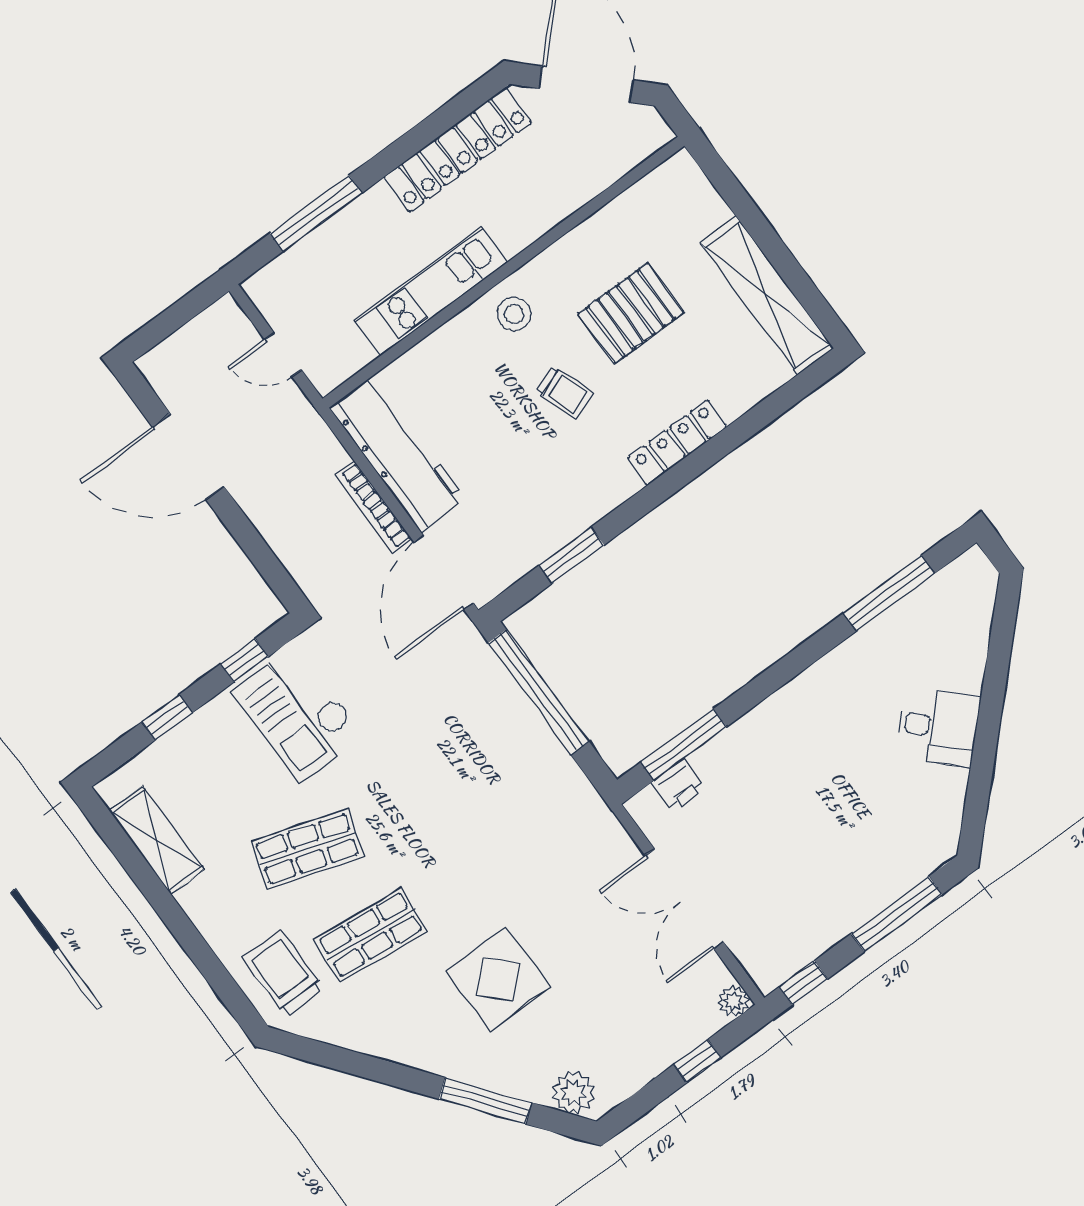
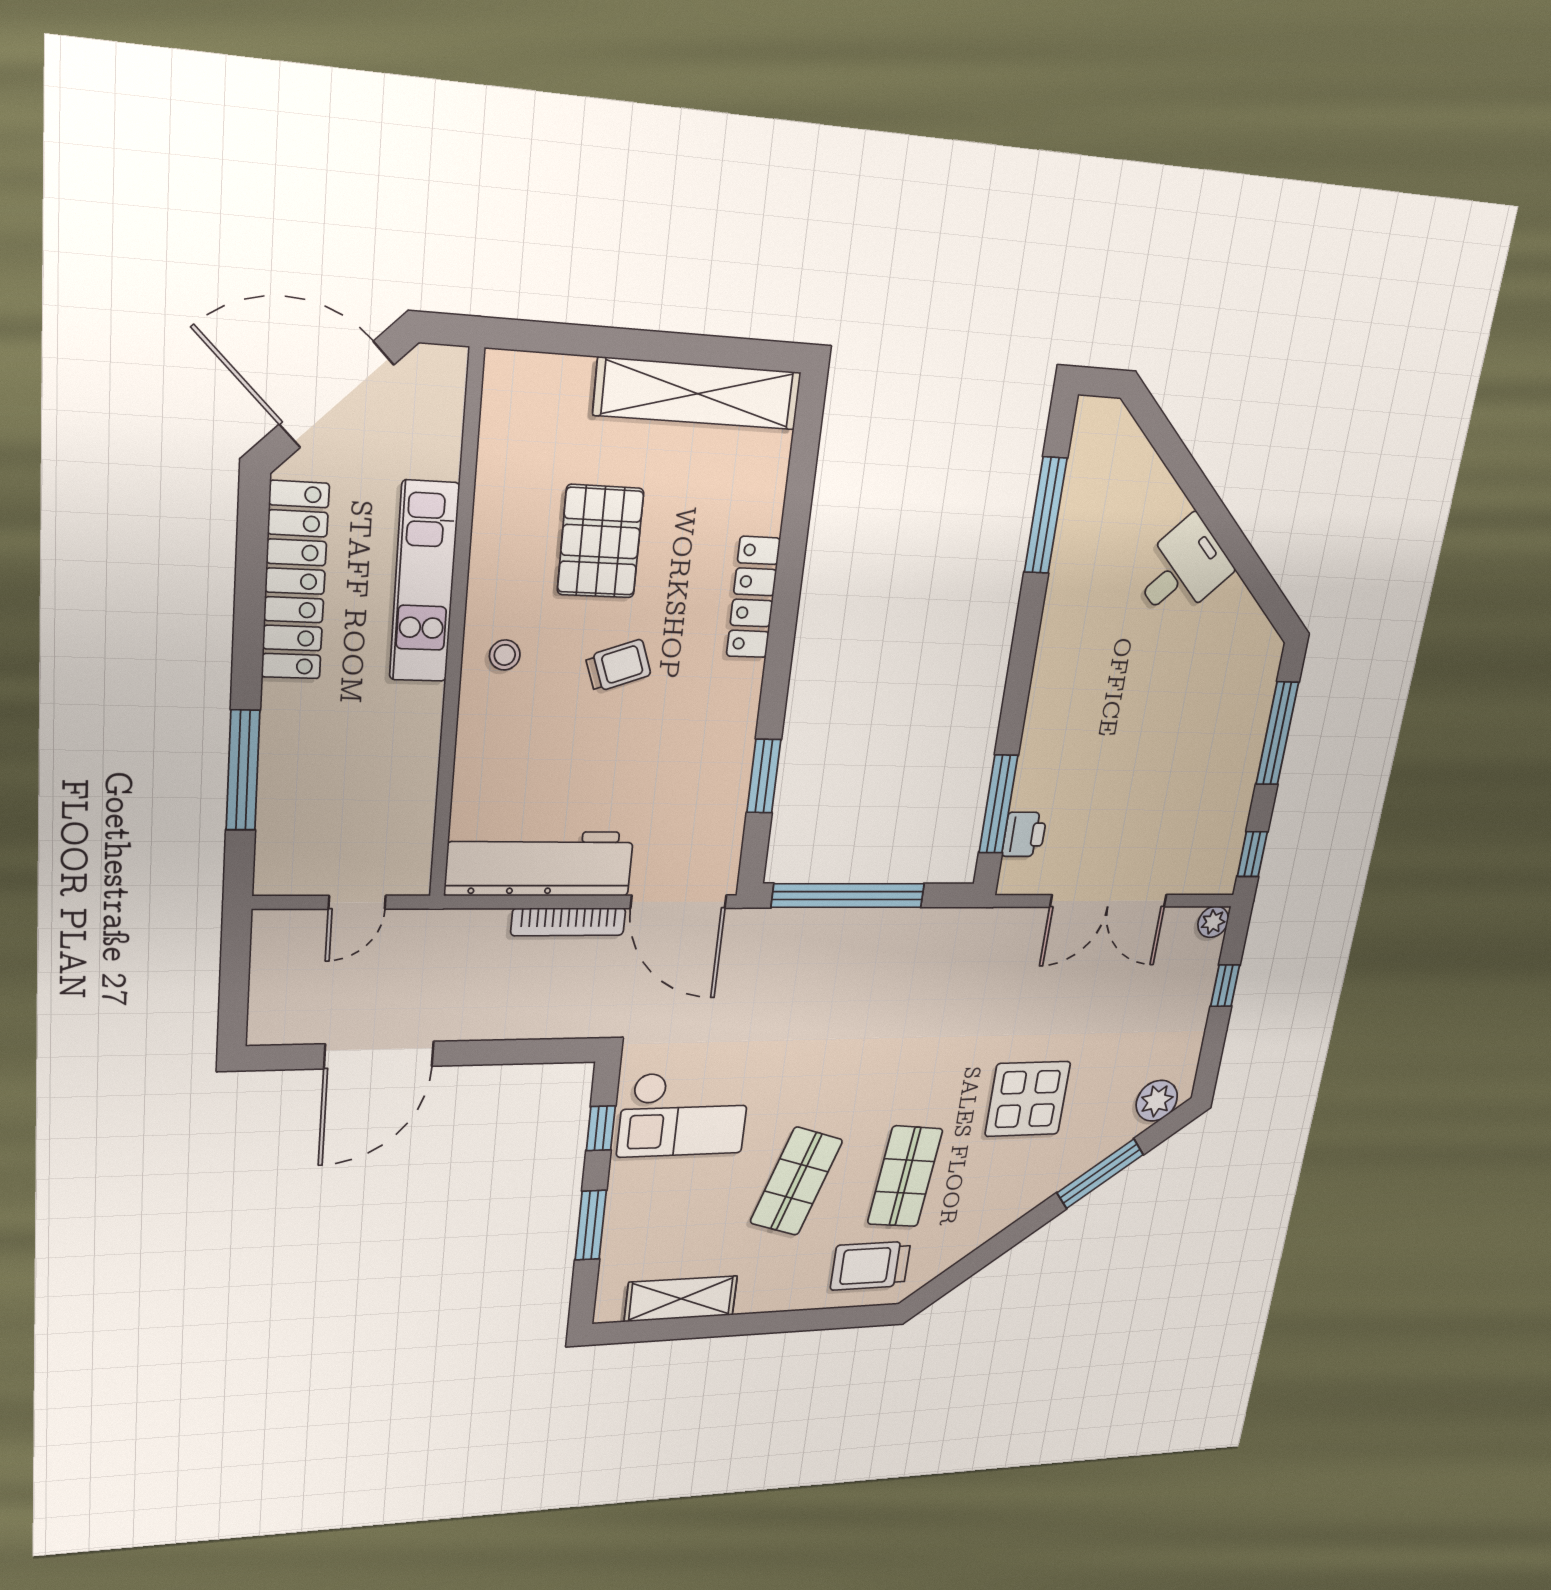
kitchen unit: (431, 291) -> (424, 582), moved
stool: (514, 314) -> (505, 655), width x0.73, depth x0.73
window: (167, 717) -> (591, 1225), width x1.50

